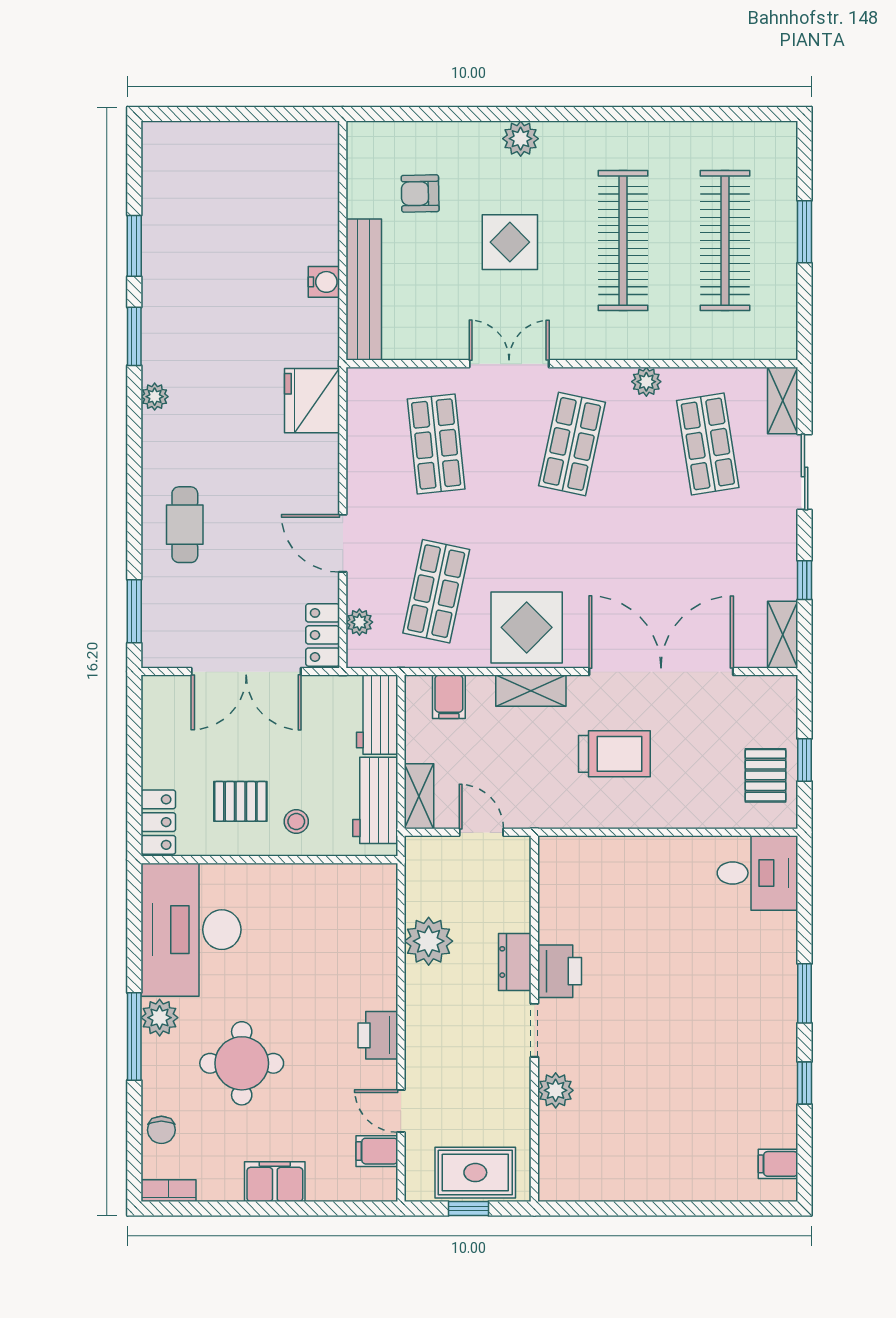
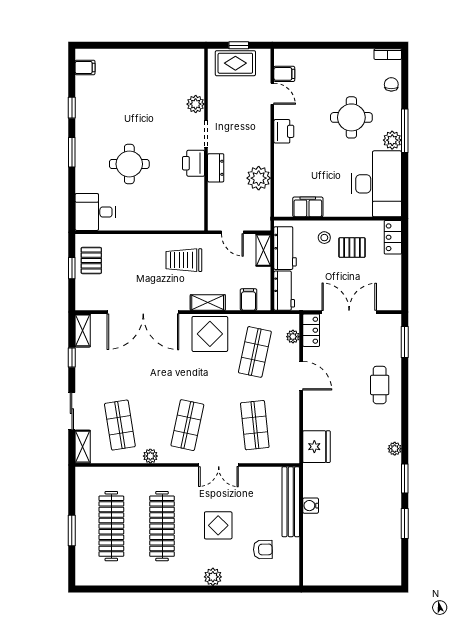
trolley: (614, 754) -> (184, 260), moved
round table: (689, 970) -> (129, 164), added
filing cabinet: (275, 1182) -> (308, 207), moved, turned 180

